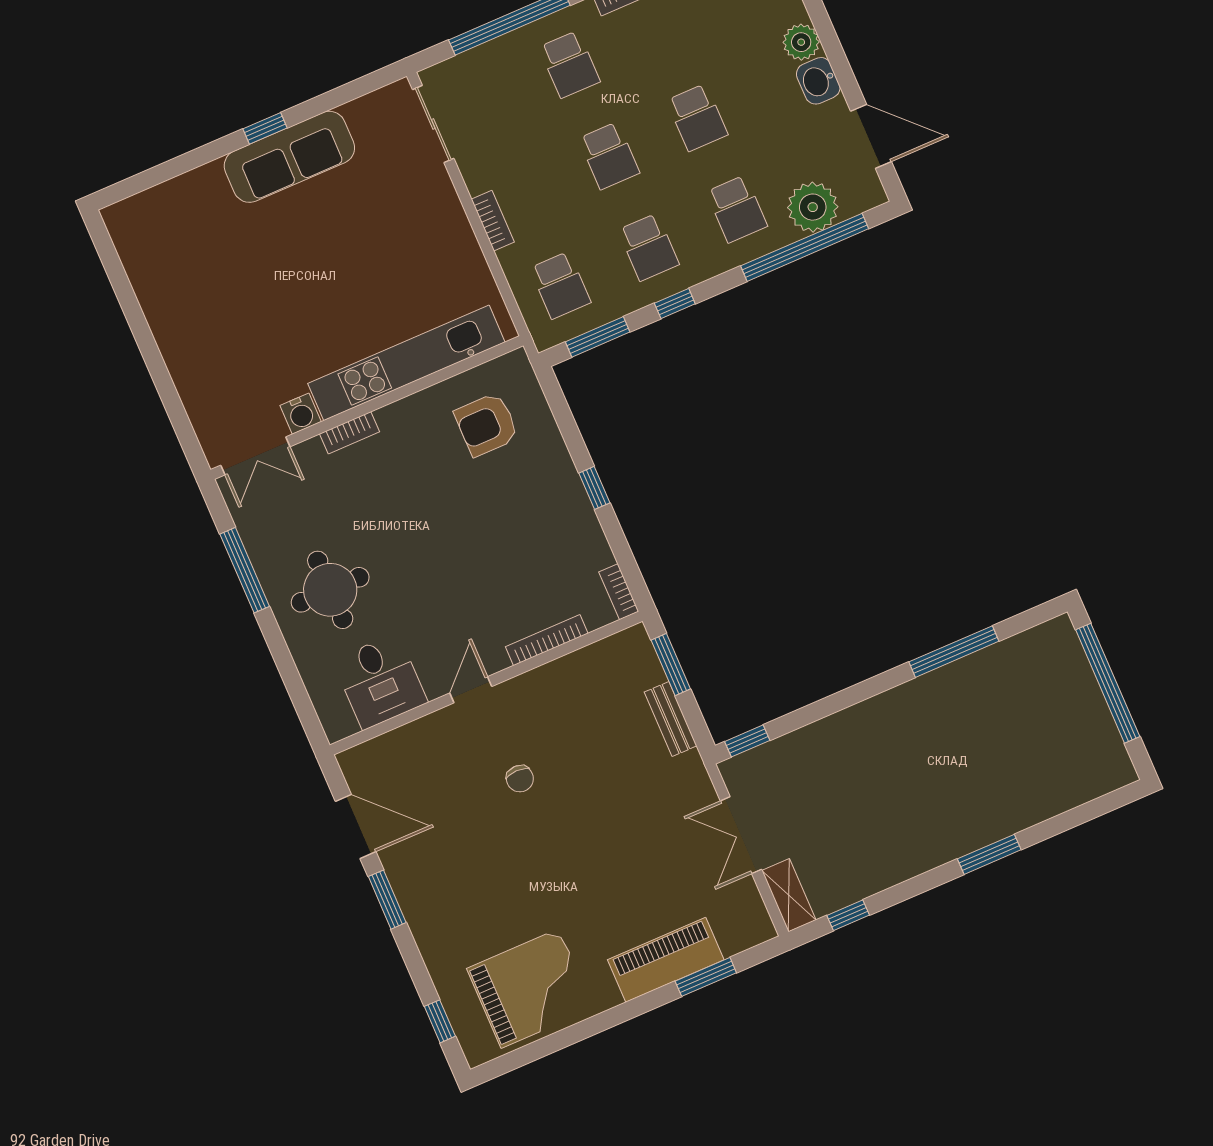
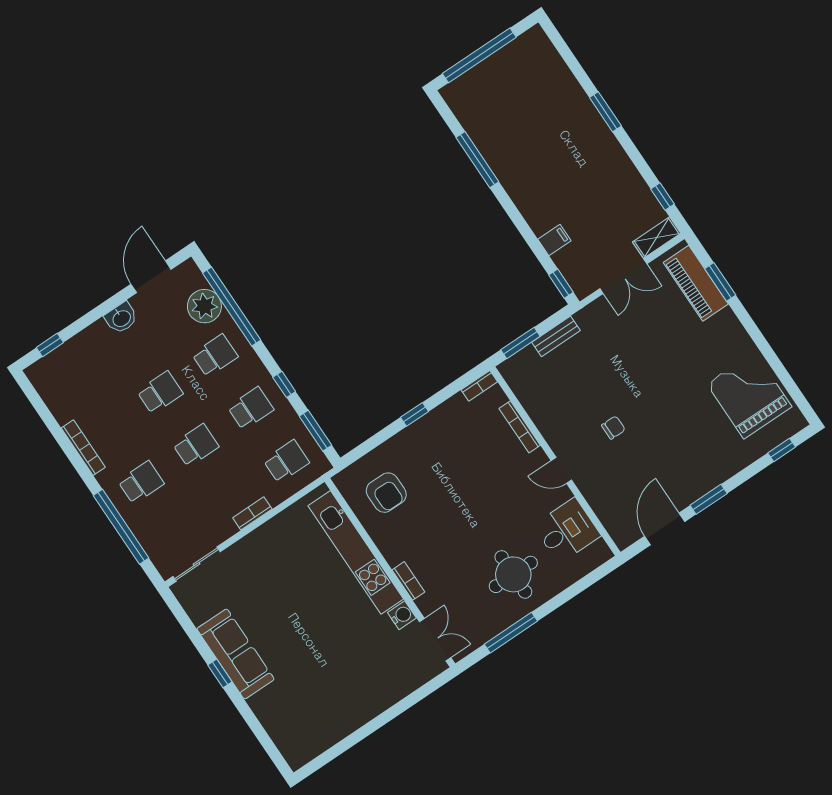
plant: (801, 42) -> (98, 334), removed
filing cabinet: (814, 743) -> (554, 240), added
piano: (666, 960) -> (696, 283), moved

